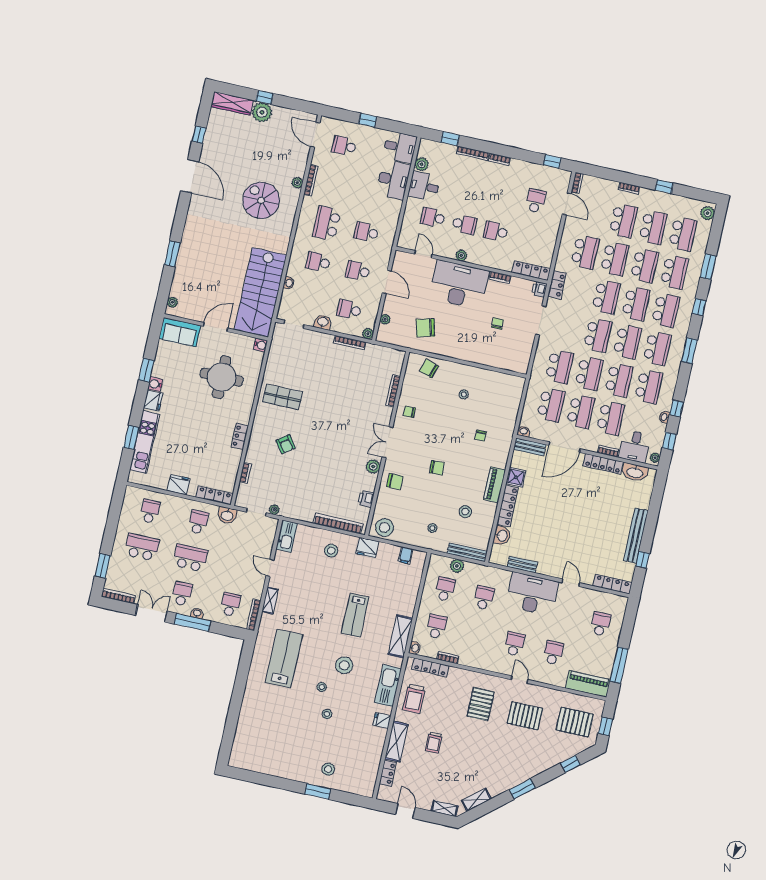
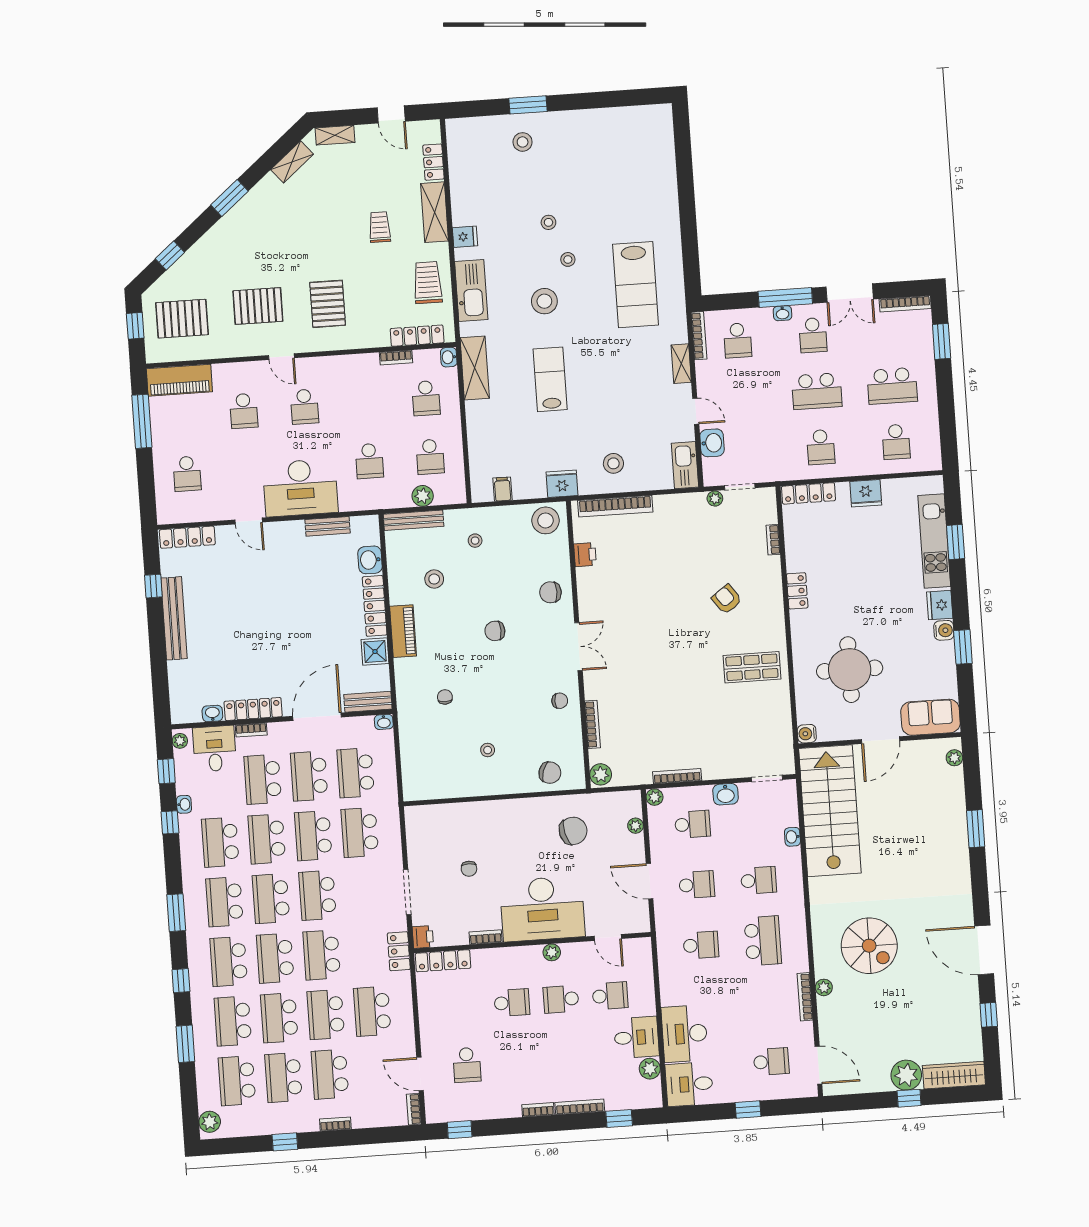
plant: (373, 466) -> (601, 774), moved
washbasin: (635, 472) -> (212, 714), width x0.52, depth x0.69
washbasin: (227, 515) -> (712, 443), moved, turned 90

